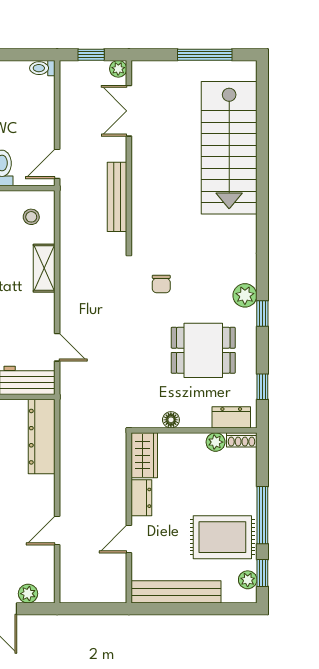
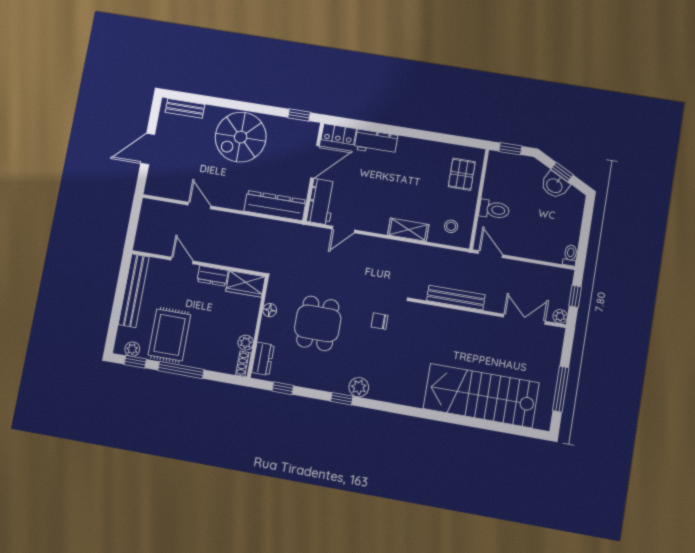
dining table: (203, 350) -> (318, 323), moved
plant: (28, 594) -> (155, 175), removed

